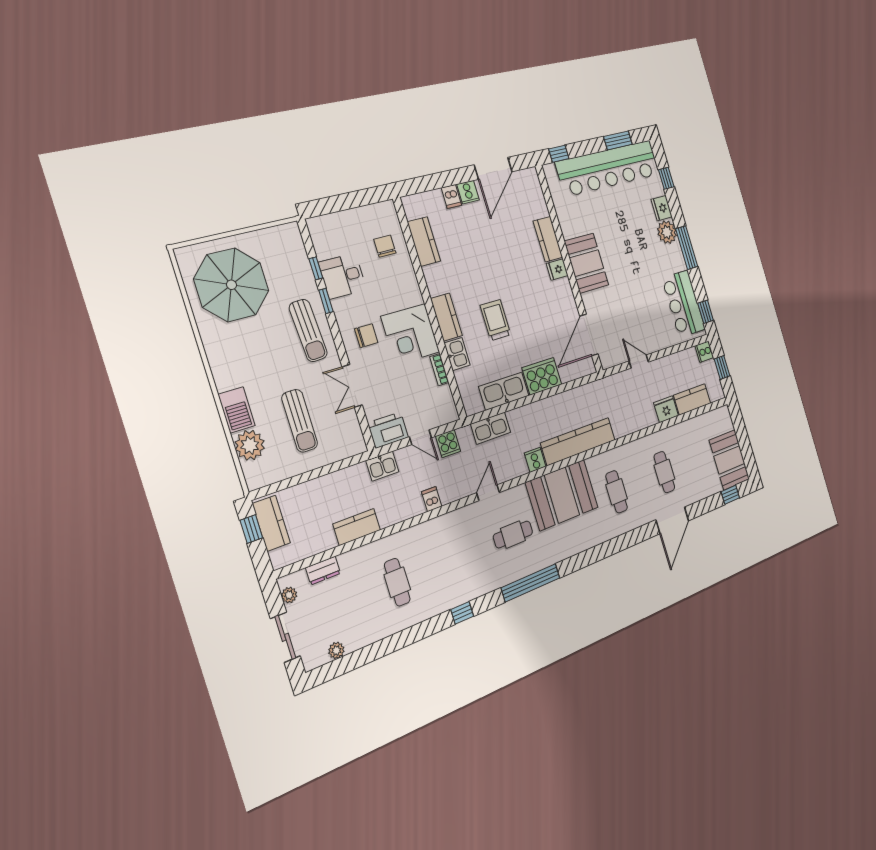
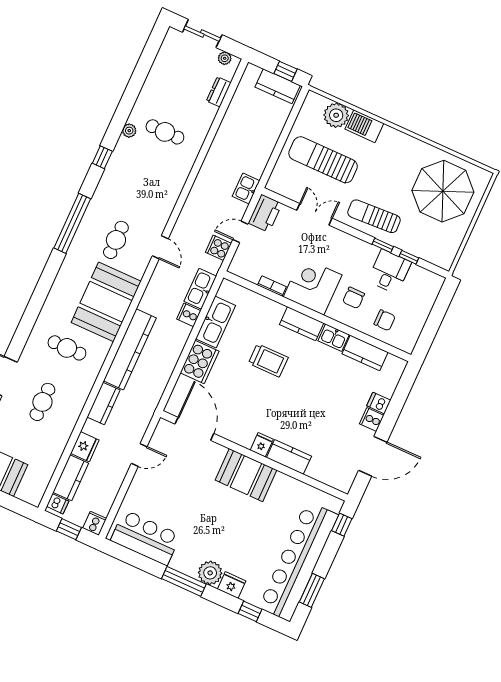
door: (493, 168) -> (373, 456), swing flipped
window: (706, 312) -> (122, 553), removed
chair: (366, 336) -> (354, 298), moved
kitchen sink: (457, 354) -> (334, 338), moved
sun lounger: (300, 421) -> (323, 160), width x1.36, depth x1.34
cooker: (535, 460) -> (189, 315), moved, turned 180
cafe table: (664, 472) -> (42, 402), turned 90
dishwasher: (432, 499) -> (58, 504), moved
kitchen counter: (357, 527) -> (104, 404), moved
plant: (336, 650) -> (129, 131), moved

